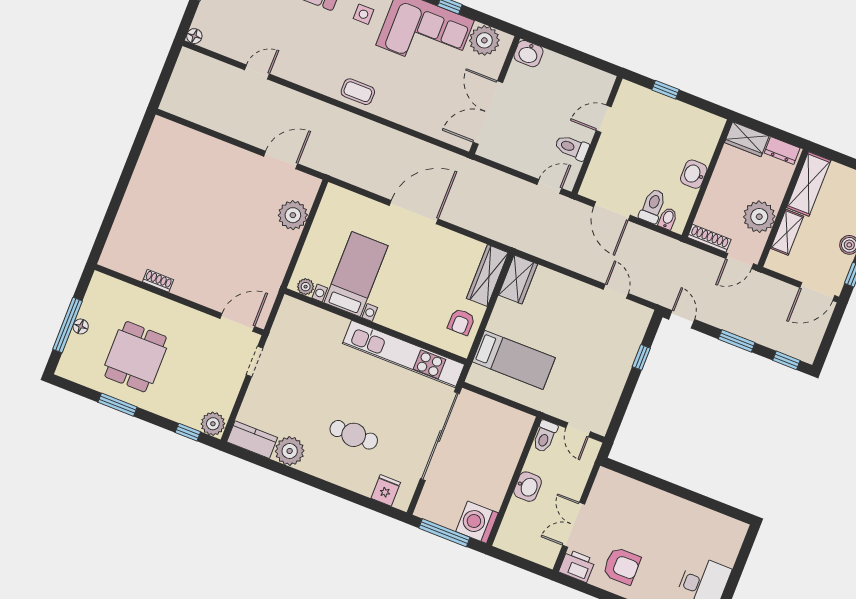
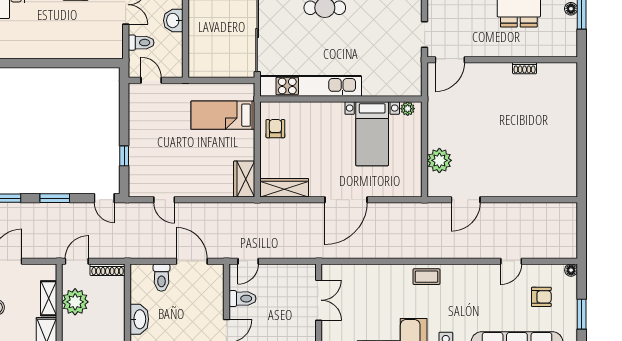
armchair: (239, 19) -> (541, 297), added
double door: (488, 112) -> (319, 300), width x0.73
washbasin: (694, 174) -> (139, 319), width x1.38
bidet: (668, 219) -> (146, 272), removed
wardrobe: (487, 275) -> (284, 188), moved, turned -90
toilet: (545, 436) -> (141, 43), moved, turned 90

